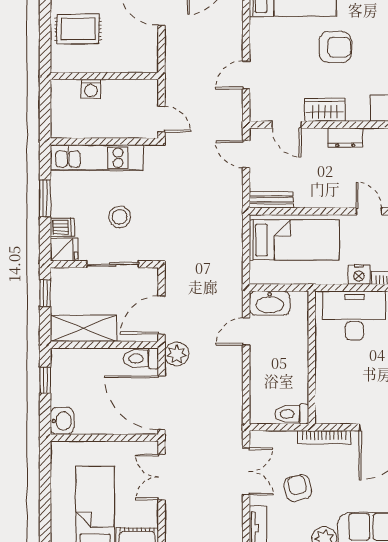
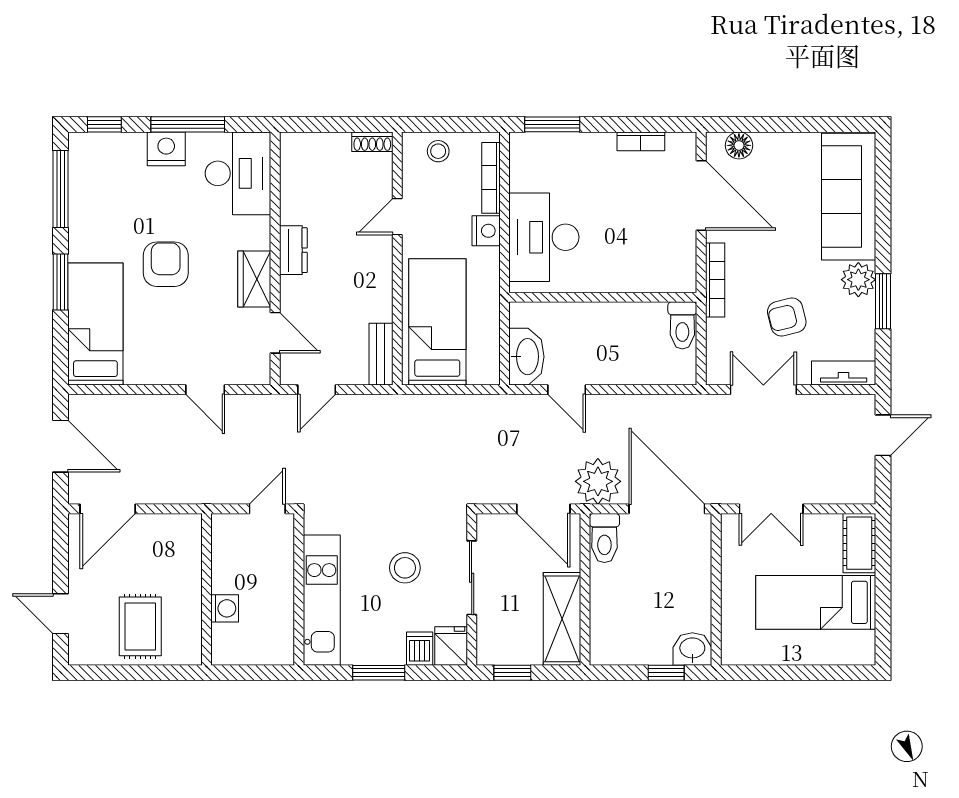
door: (287, 125) -> (275, 333), hinge flipped
plant: (177, 354) -> (598, 481), width x1.36, depth x1.36
window: (45, 380) -> (666, 673), moved
door: (162, 403) -> (667, 509), swing flipped

